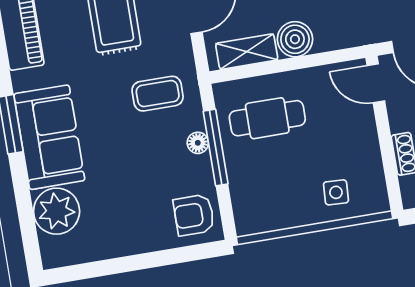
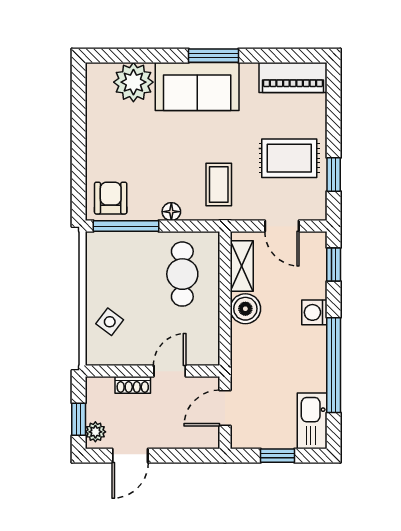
door: (376, 83) -> (170, 371), moved
window: (216, 147) -> (126, 226), moved
side table: (336, 192) -> (110, 322), turned 34

